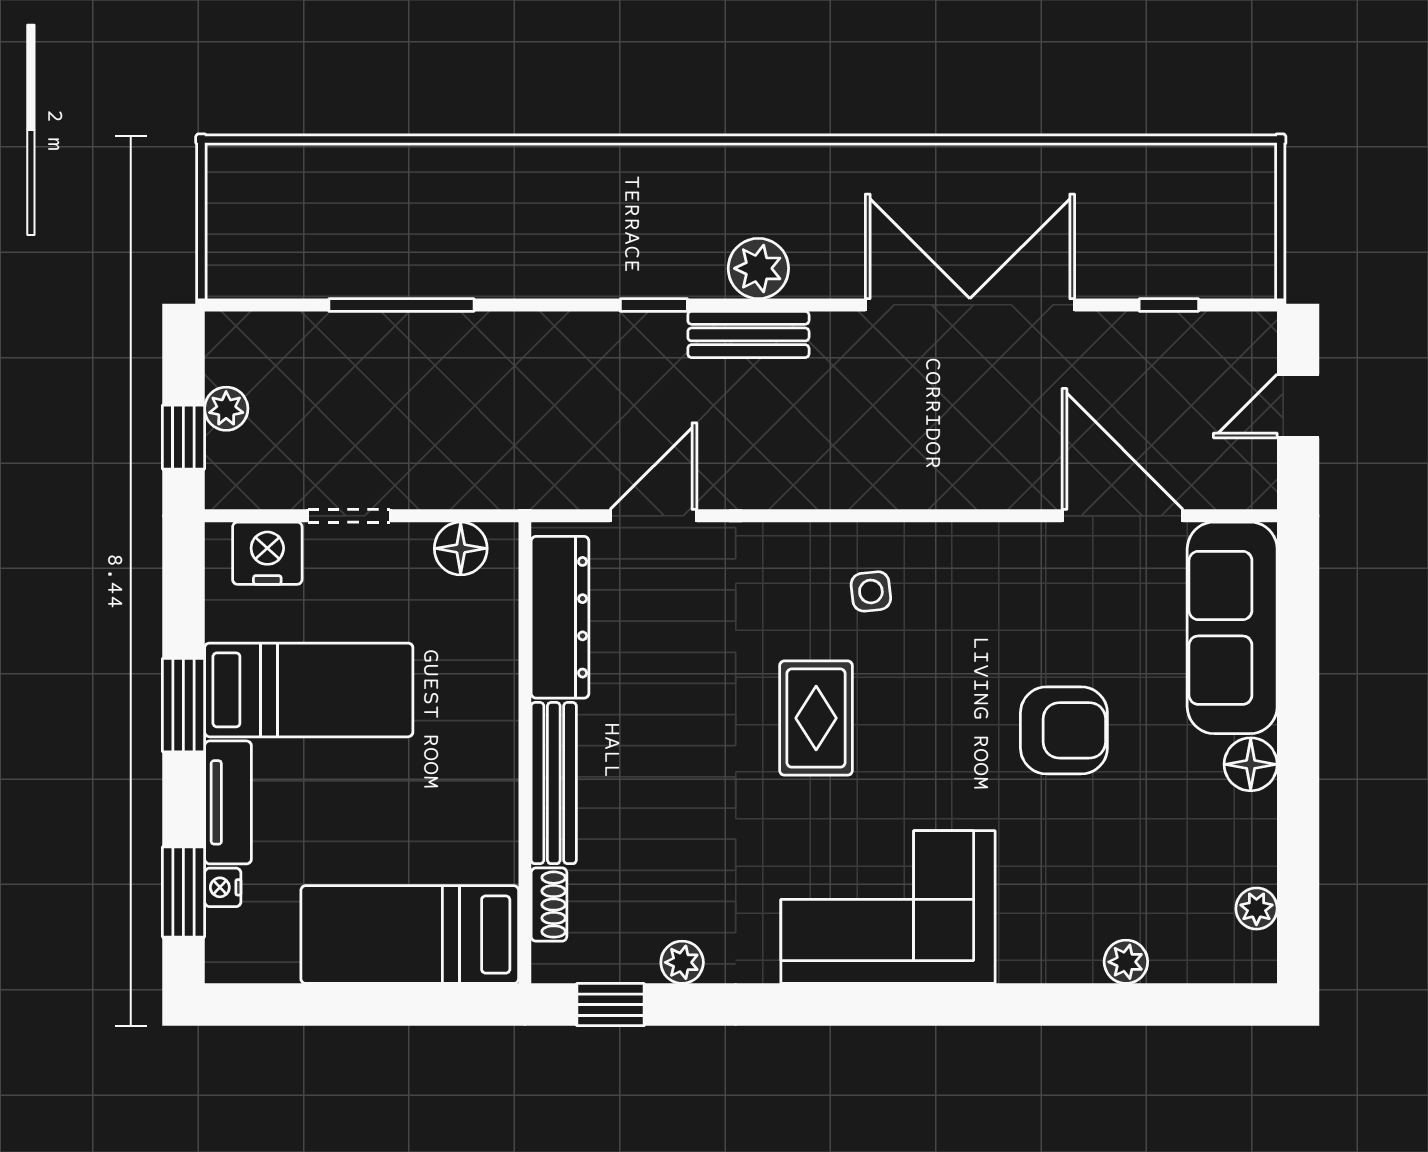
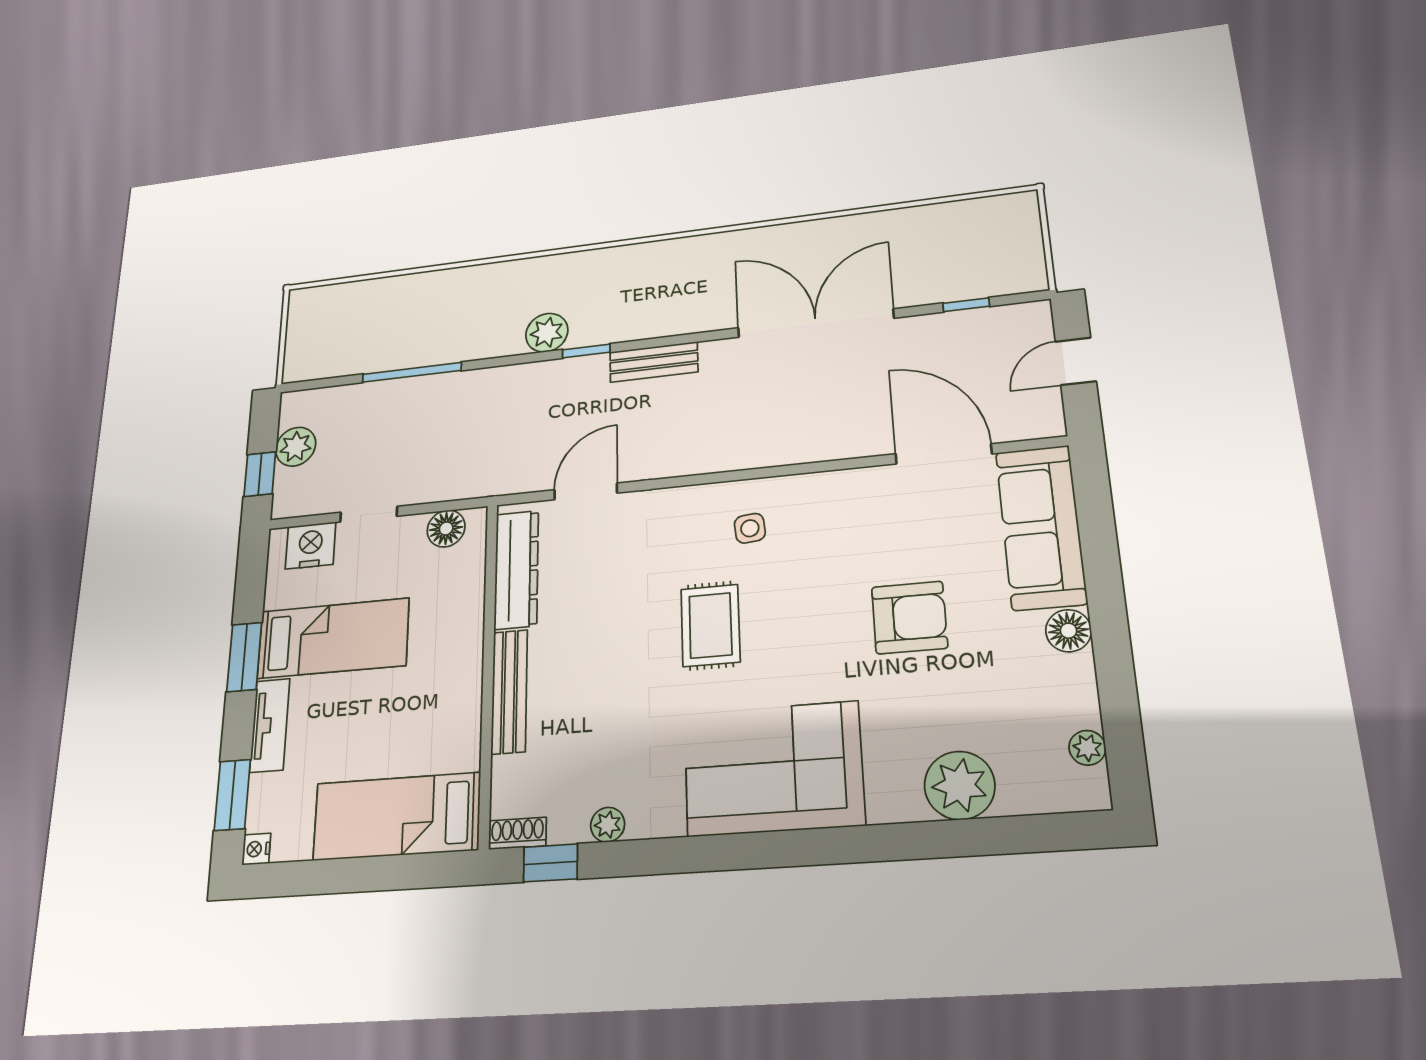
plant: (758, 268) -> (547, 333), moved
plant: (226, 409) -> (296, 447), width x1.38, depth x1.38
nightstand: (223, 887) -> (256, 849), moved
shoe rack: (549, 905) -> (517, 833), moved, turned -90
plant: (1126, 962) -> (960, 785), width x1.87, depth x1.87

